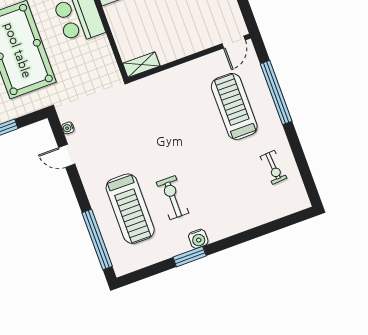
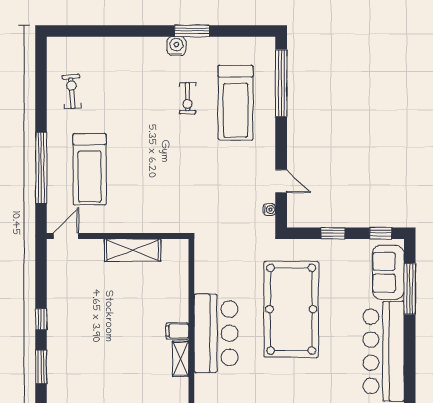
shelving: (141, 65) -> (133, 250), moved, width x1.50, depth x1.33
exercise bike: (173, 198) -> (188, 98), width x0.73, depth x0.72
treadmill: (130, 209) -> (236, 103), turned 180

